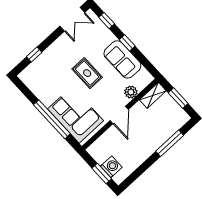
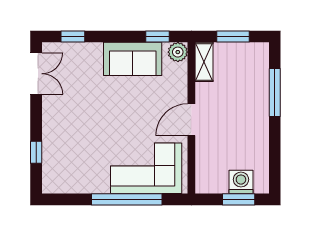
window: (127, 43) -> (157, 37), moved
rug: (87, 73) -> (112, 112), removed
plant: (131, 92) -> (178, 52), moved
door: (119, 115) -> (191, 120), swing flipped

